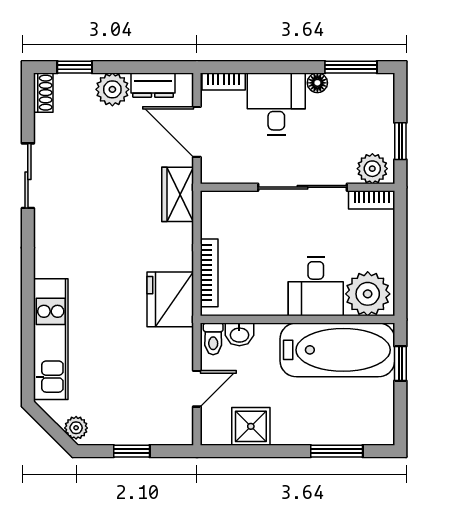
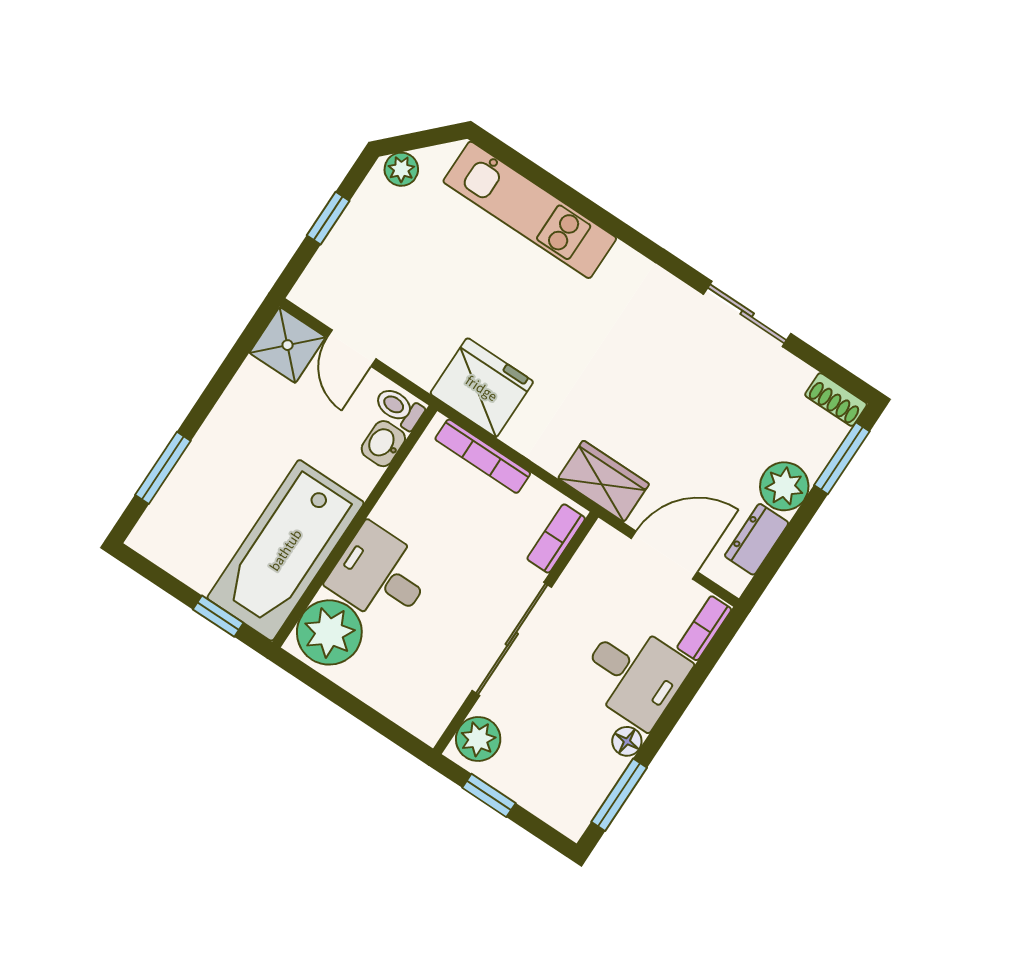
window: (75, 67) -> (842, 458), width x1.50
bookcase: (372, 200) -> (556, 538), moved
shower: (251, 426) -> (288, 345), moved

